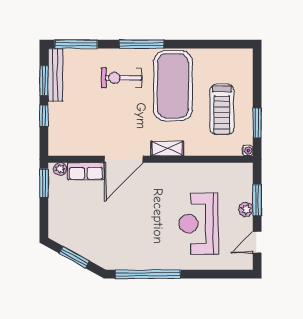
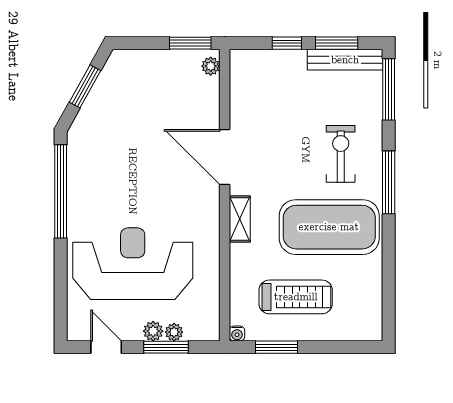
treadmill: (222, 109) -> (296, 297), turned 180
row of seats: (86, 171) -> (207, 103), removed
plant: (247, 195) -> (174, 332), added
reception desk: (199, 224) -> (133, 264), width x1.36, depth x1.30

